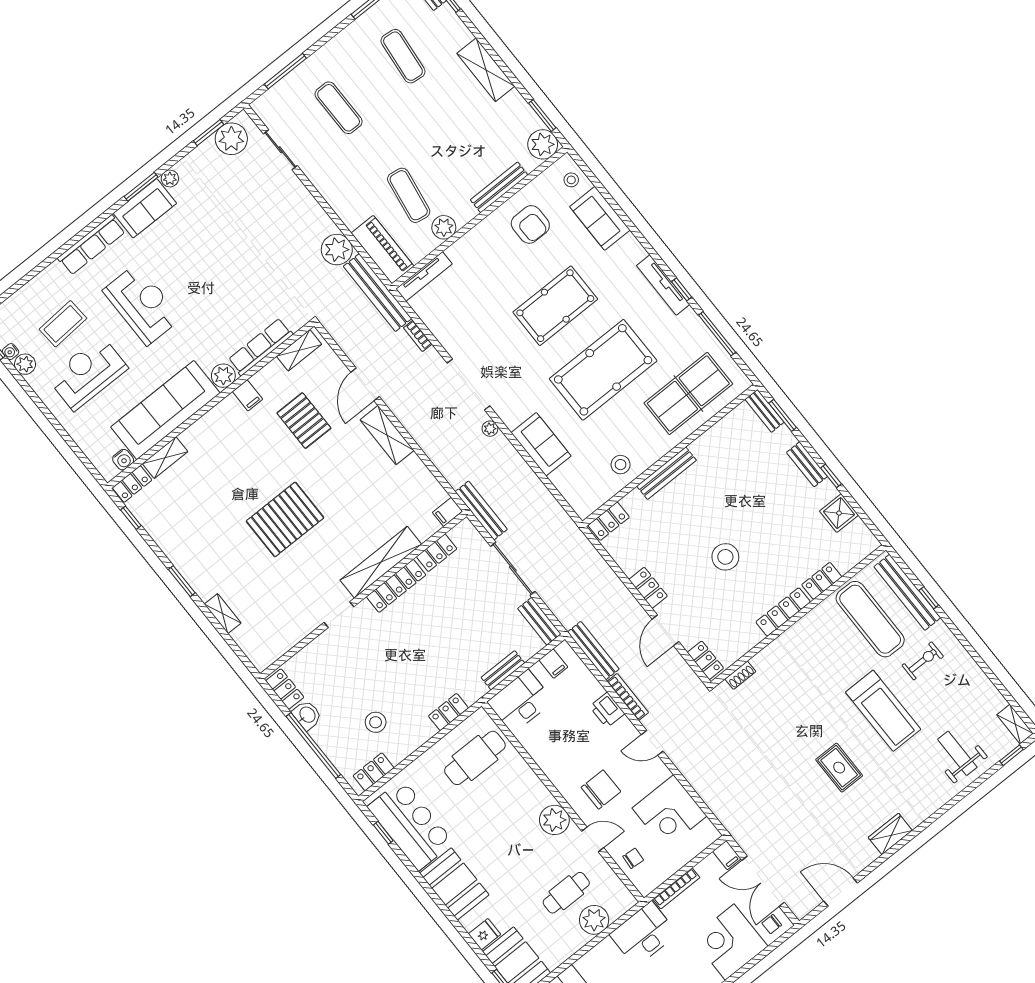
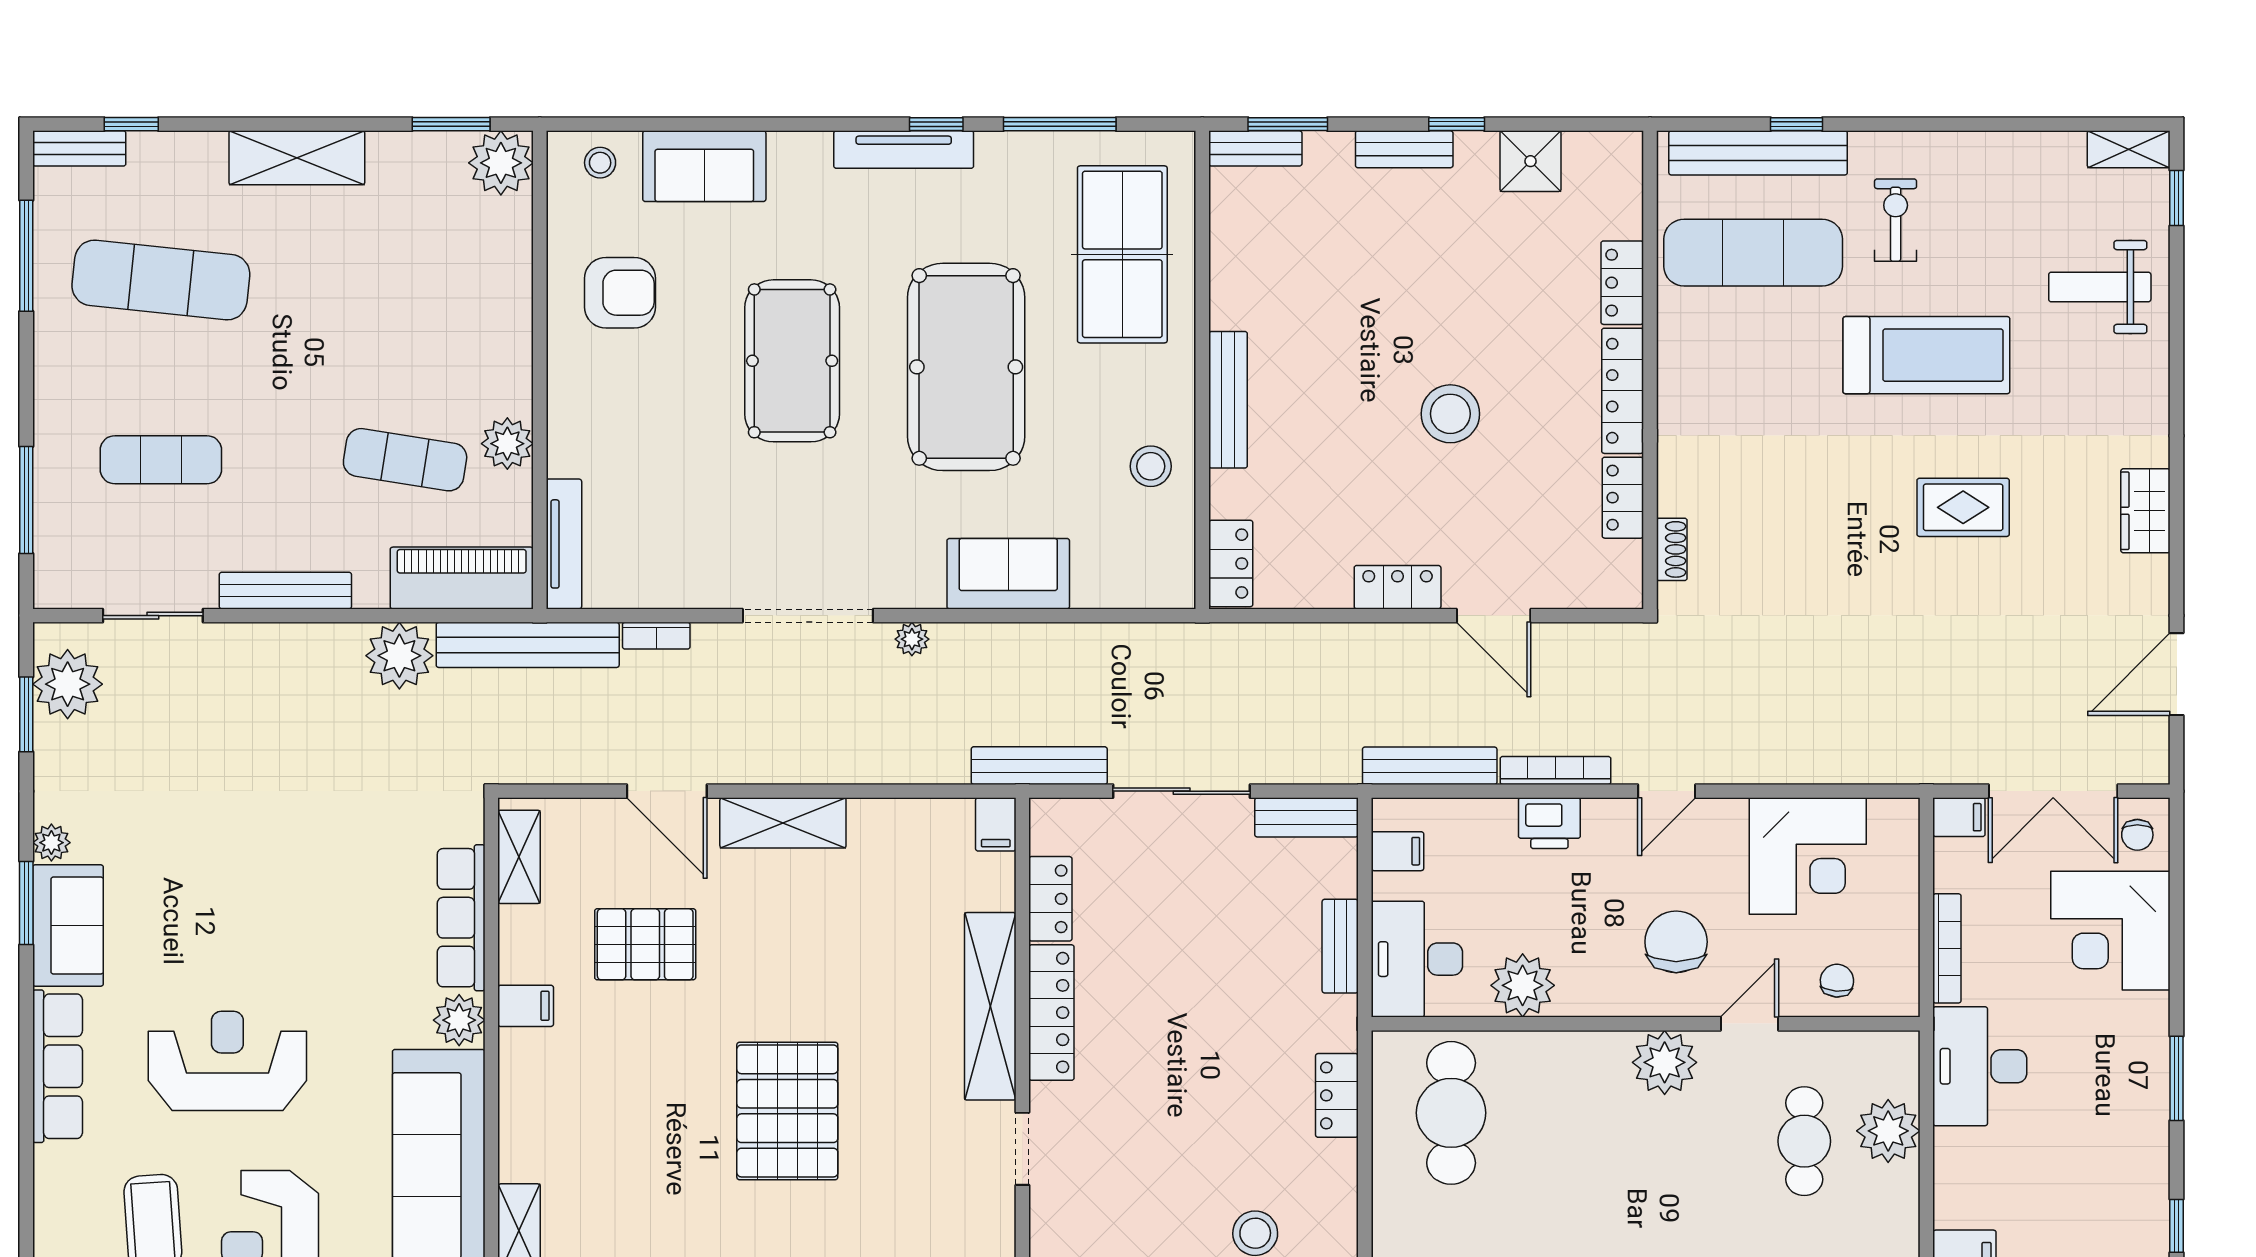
exercise mat: (403, 56) -> (161, 280), width x1.36, depth x1.45
bench: (499, 187) -> (285, 591), moved, turned 90
locker: (705, 660) -> (1623, 498), moved, turned -90
plant: (541, 747) -> (1523, 985), added

